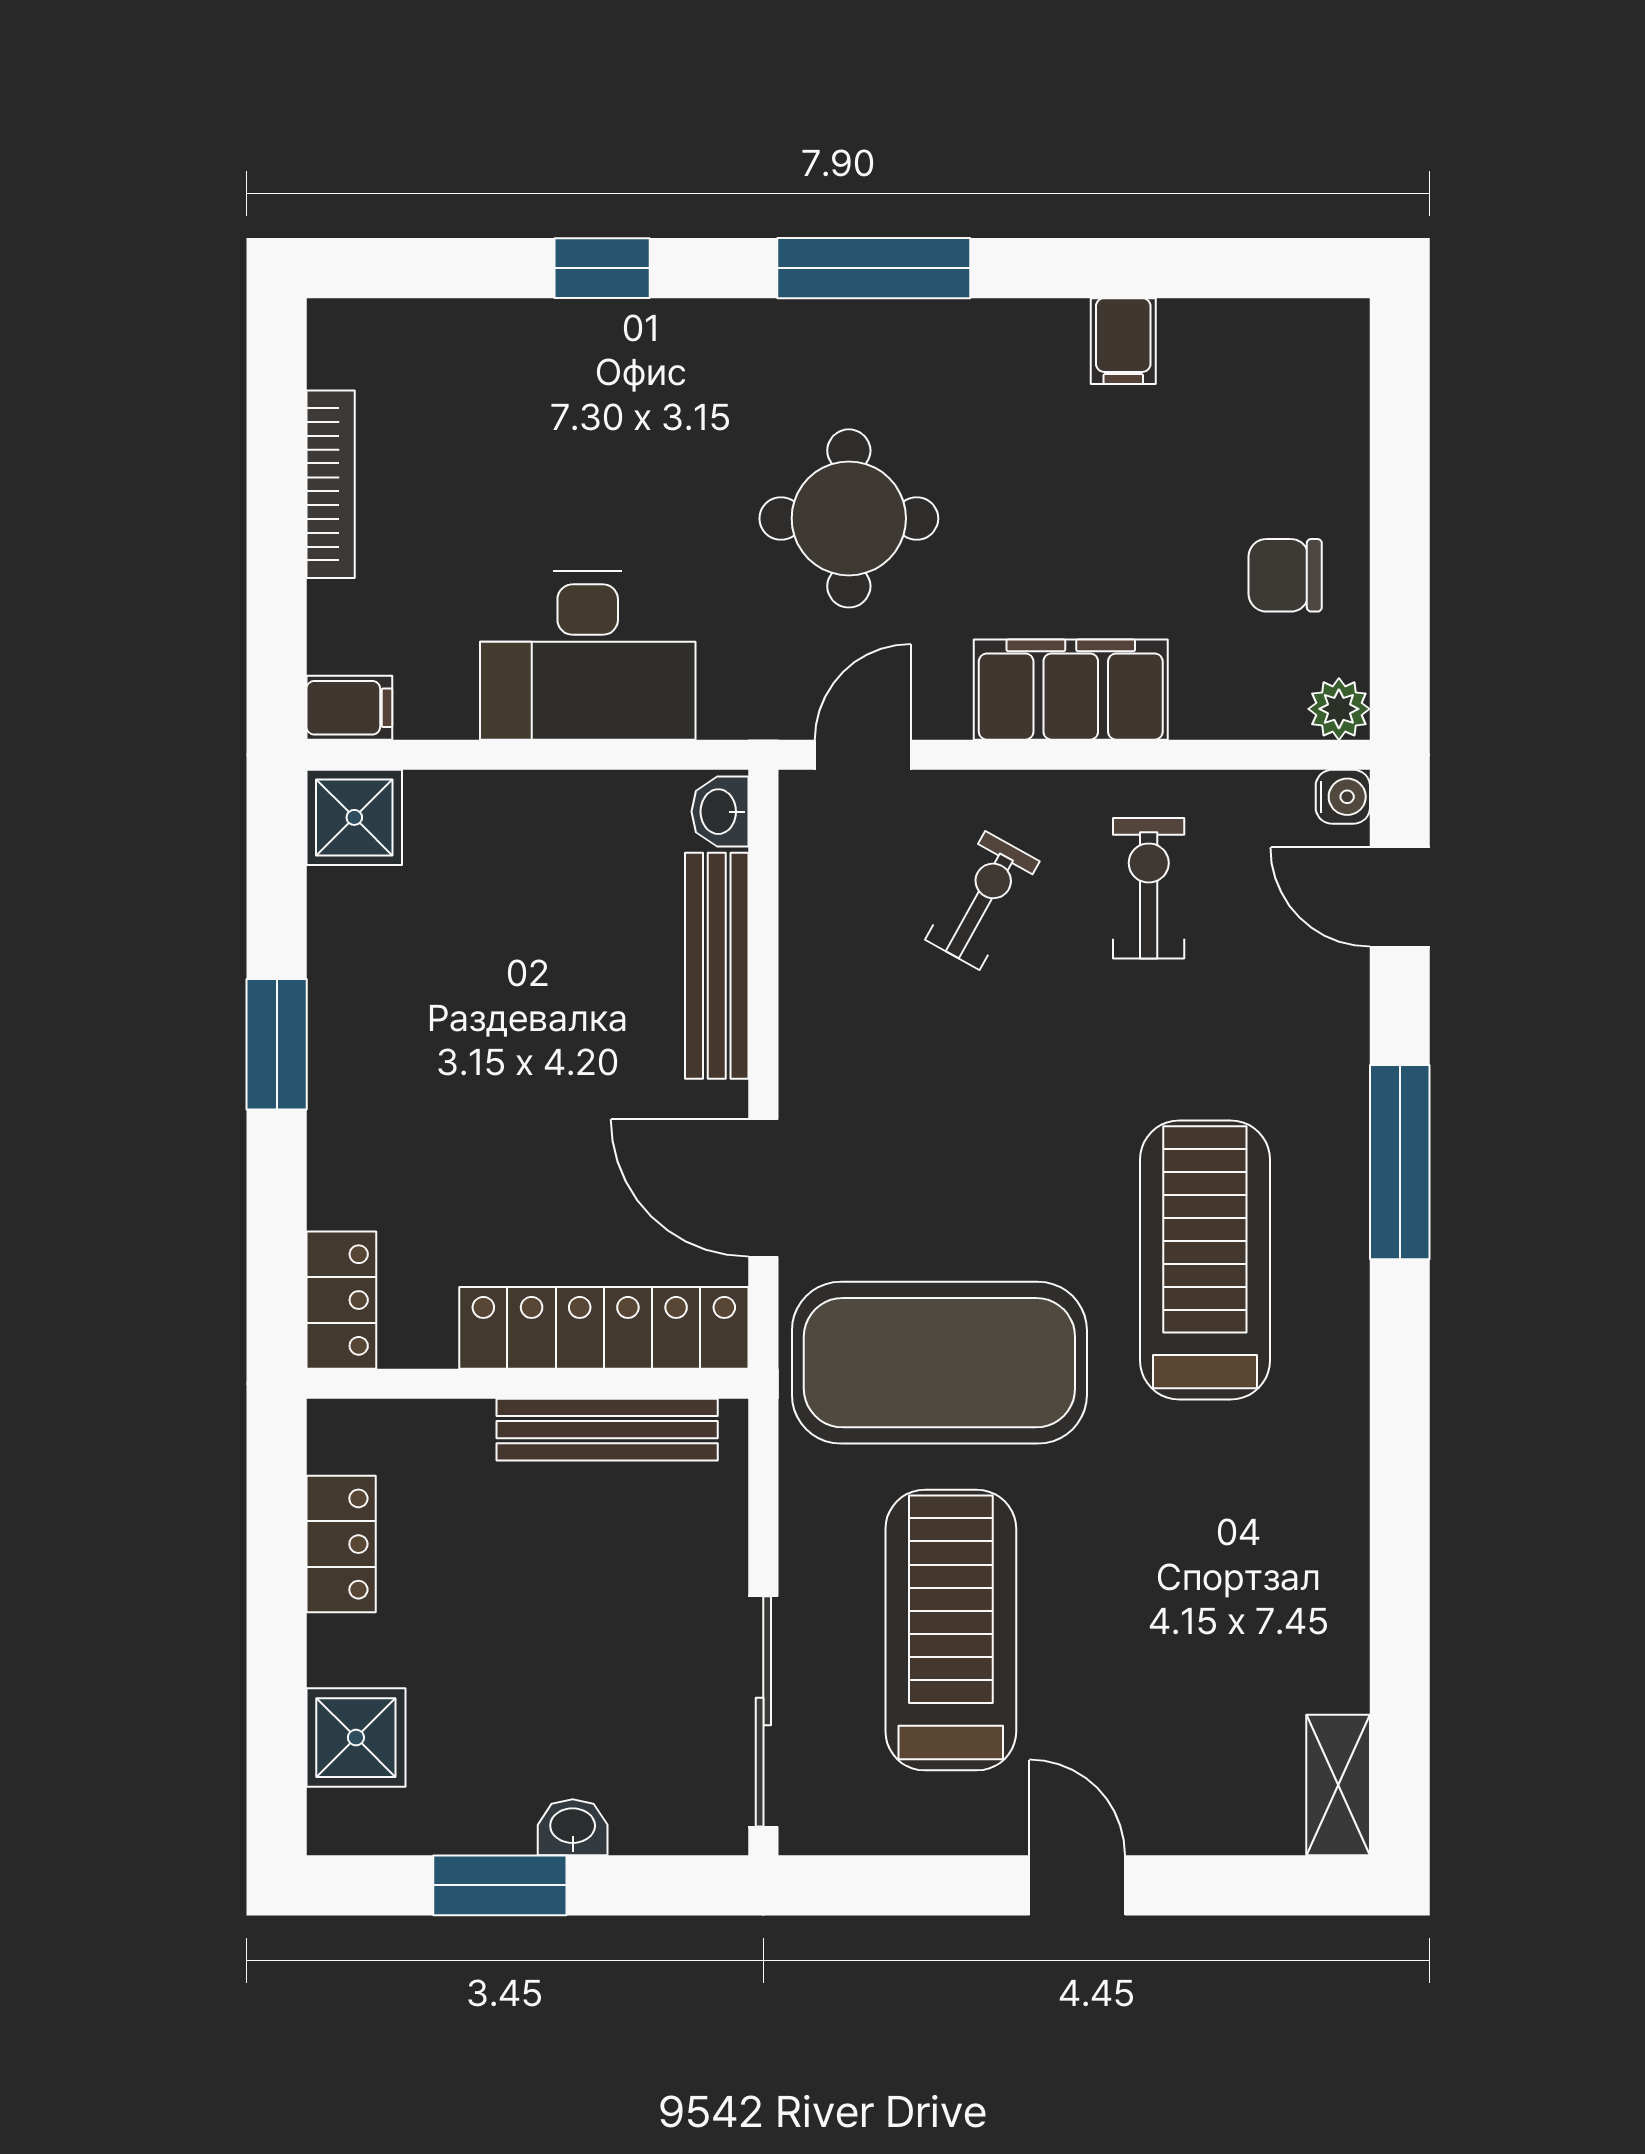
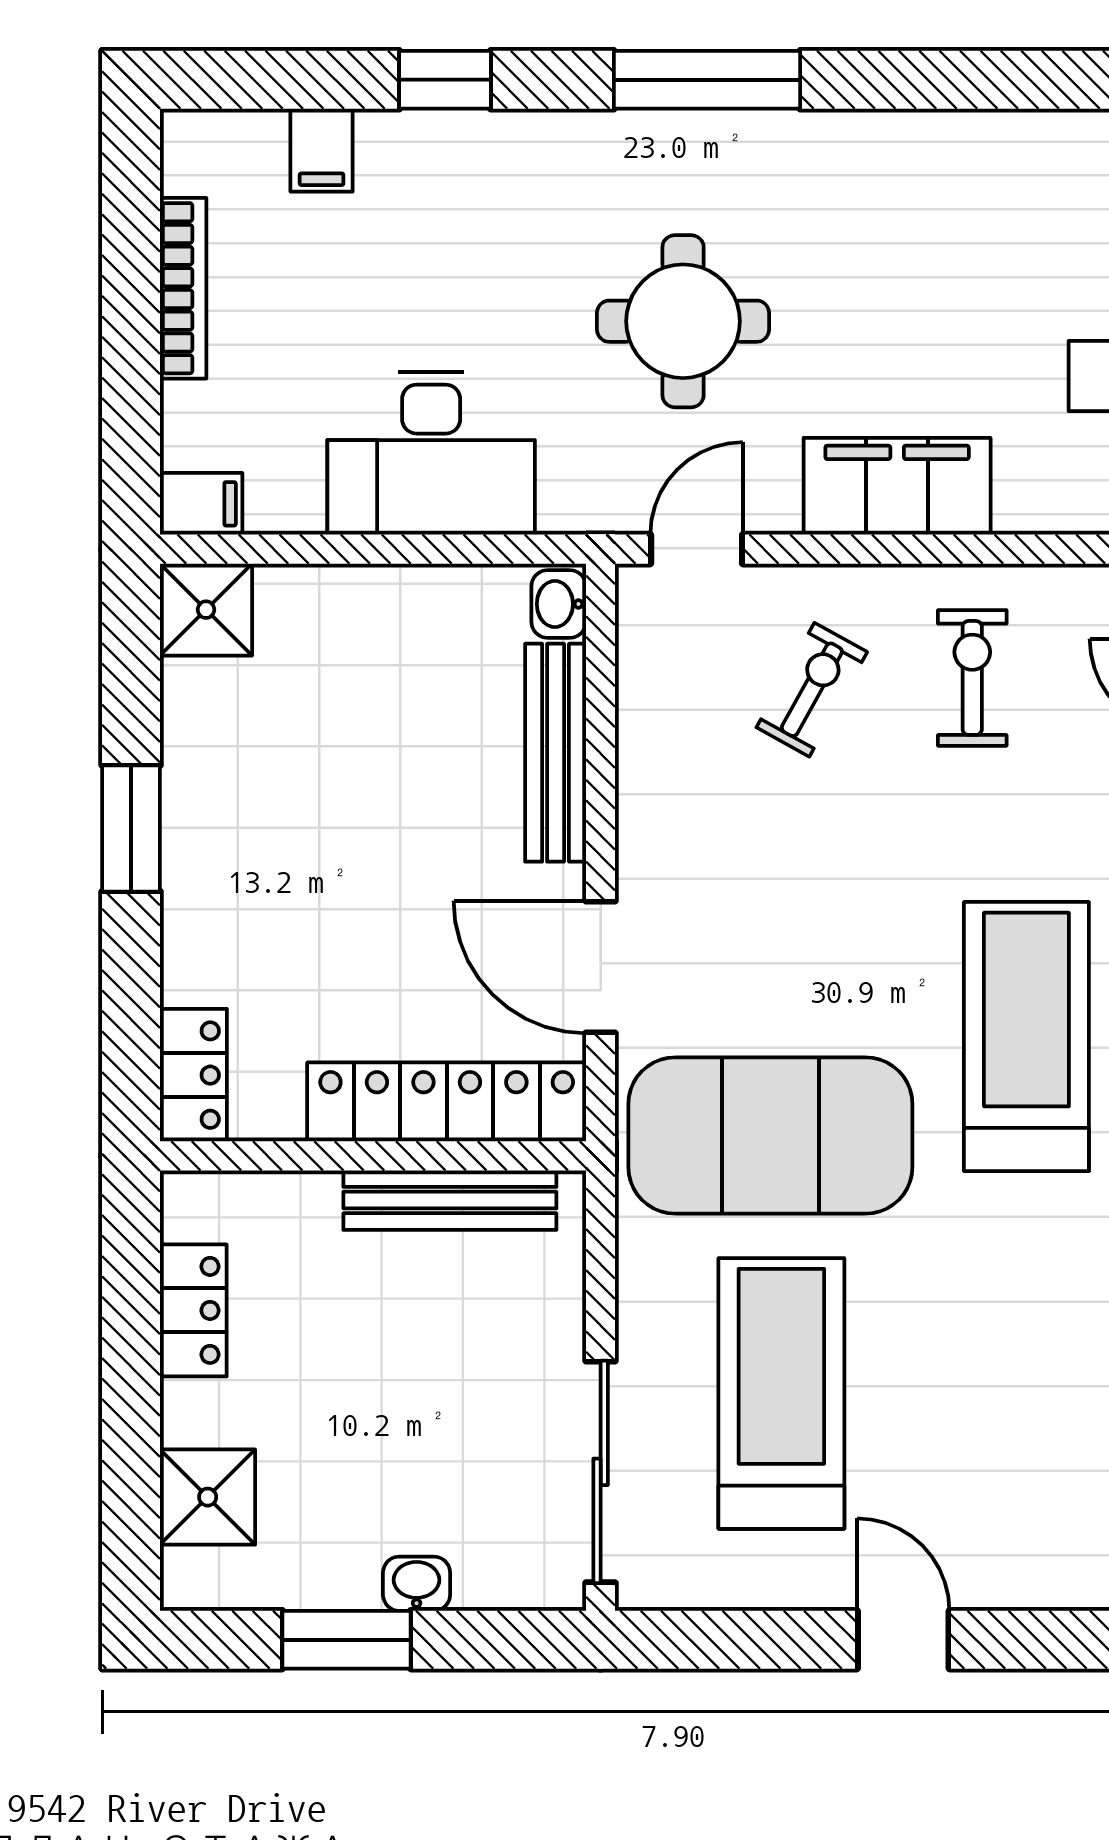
filing cabinet: (1123, 341) -> (322, 150), moved

